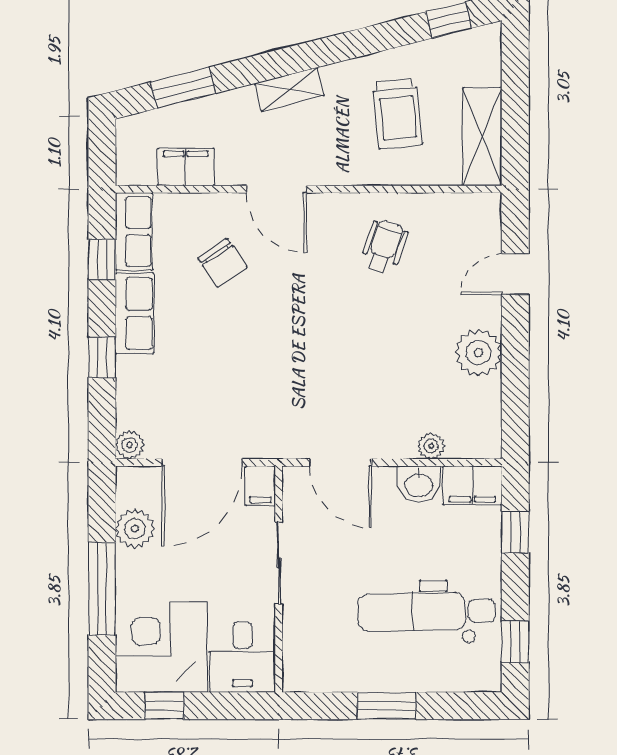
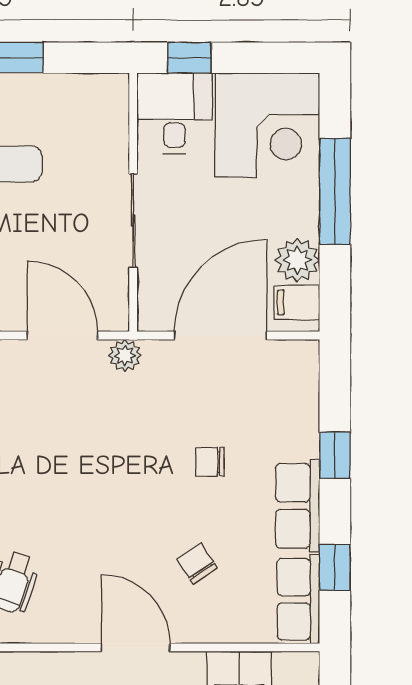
chair: (222, 263) -> (197, 563), width x0.73, depth x0.73
chair: (211, 352) -> (210, 462), added
plant: (130, 445) -> (125, 356), moved
filing cabinet: (260, 486) -> (297, 302), moved, turned -90
window: (164, 706) -> (189, 58), moved

